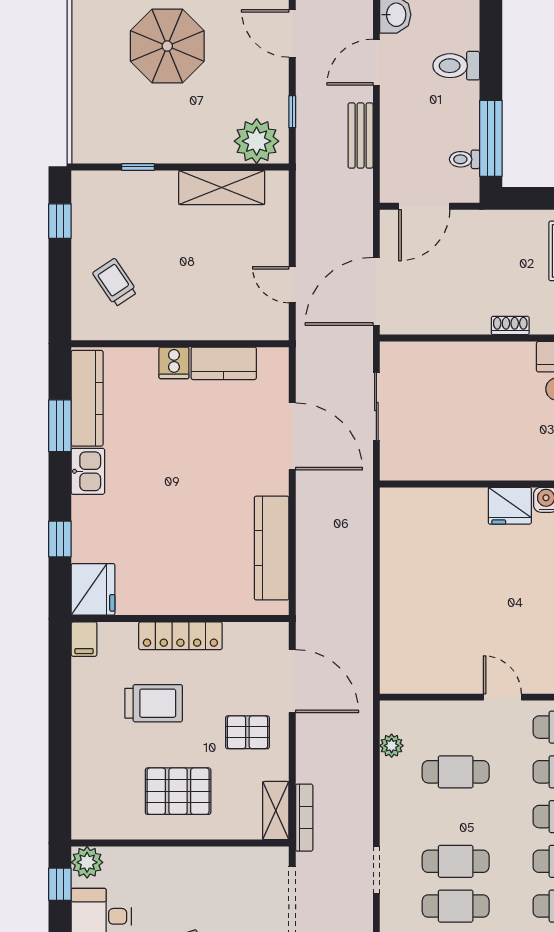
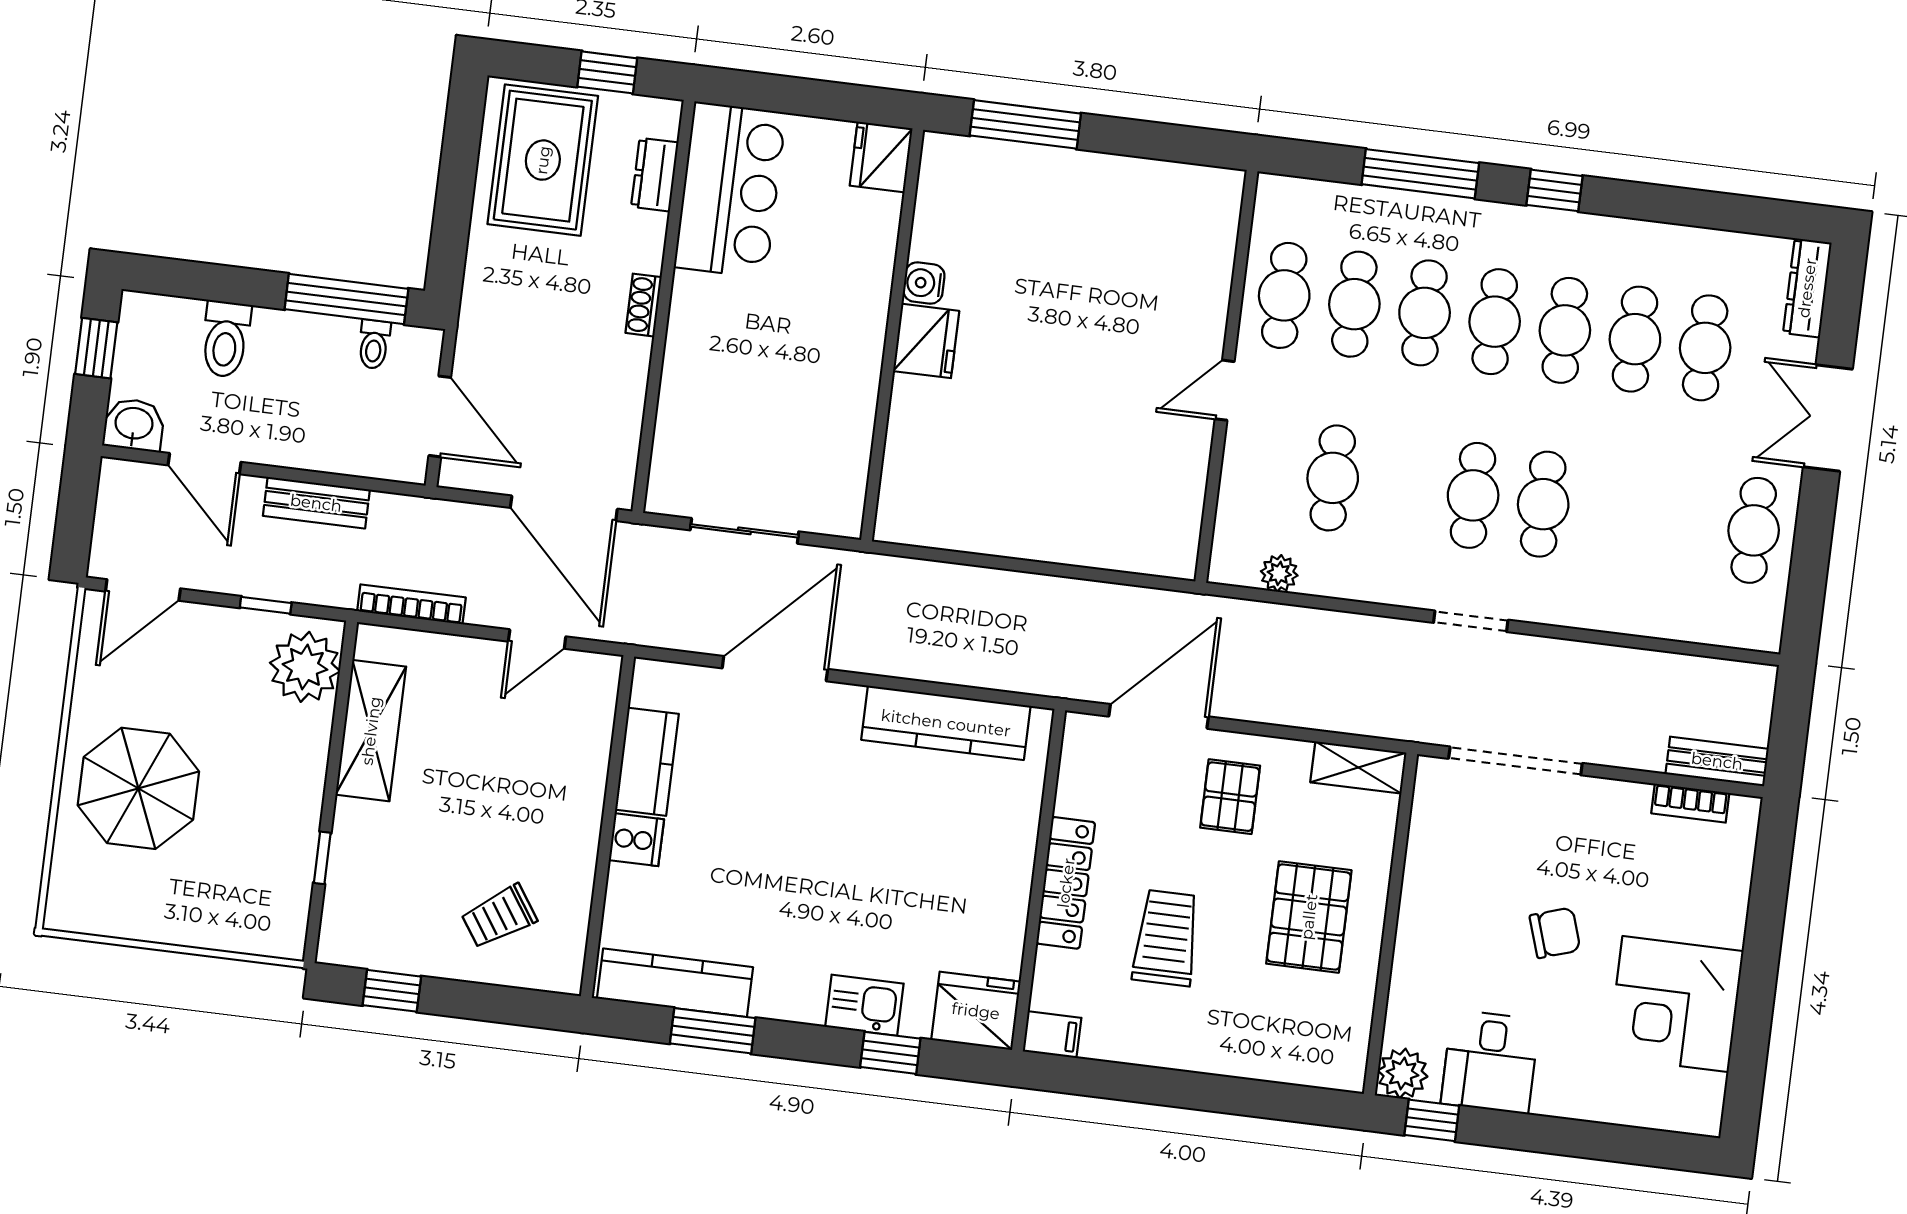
kitchen sink: (88, 471) -> (864, 1005), moved
bookcase: (304, 818) -> (411, 604), moved

